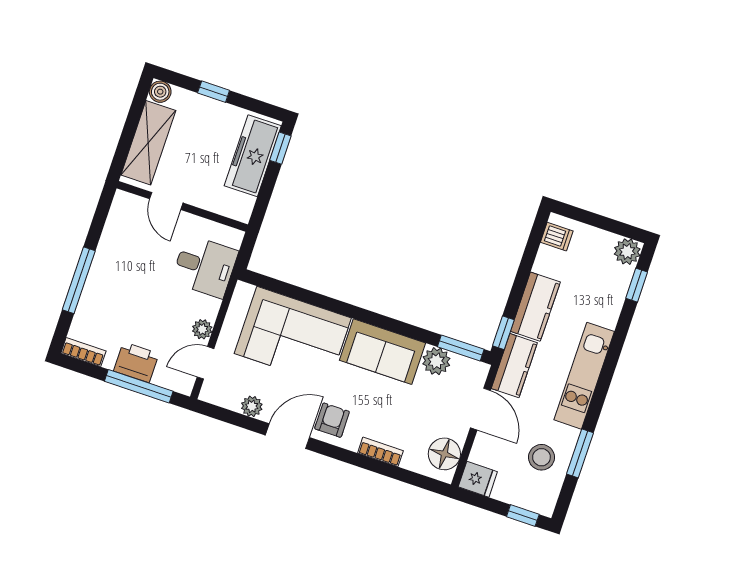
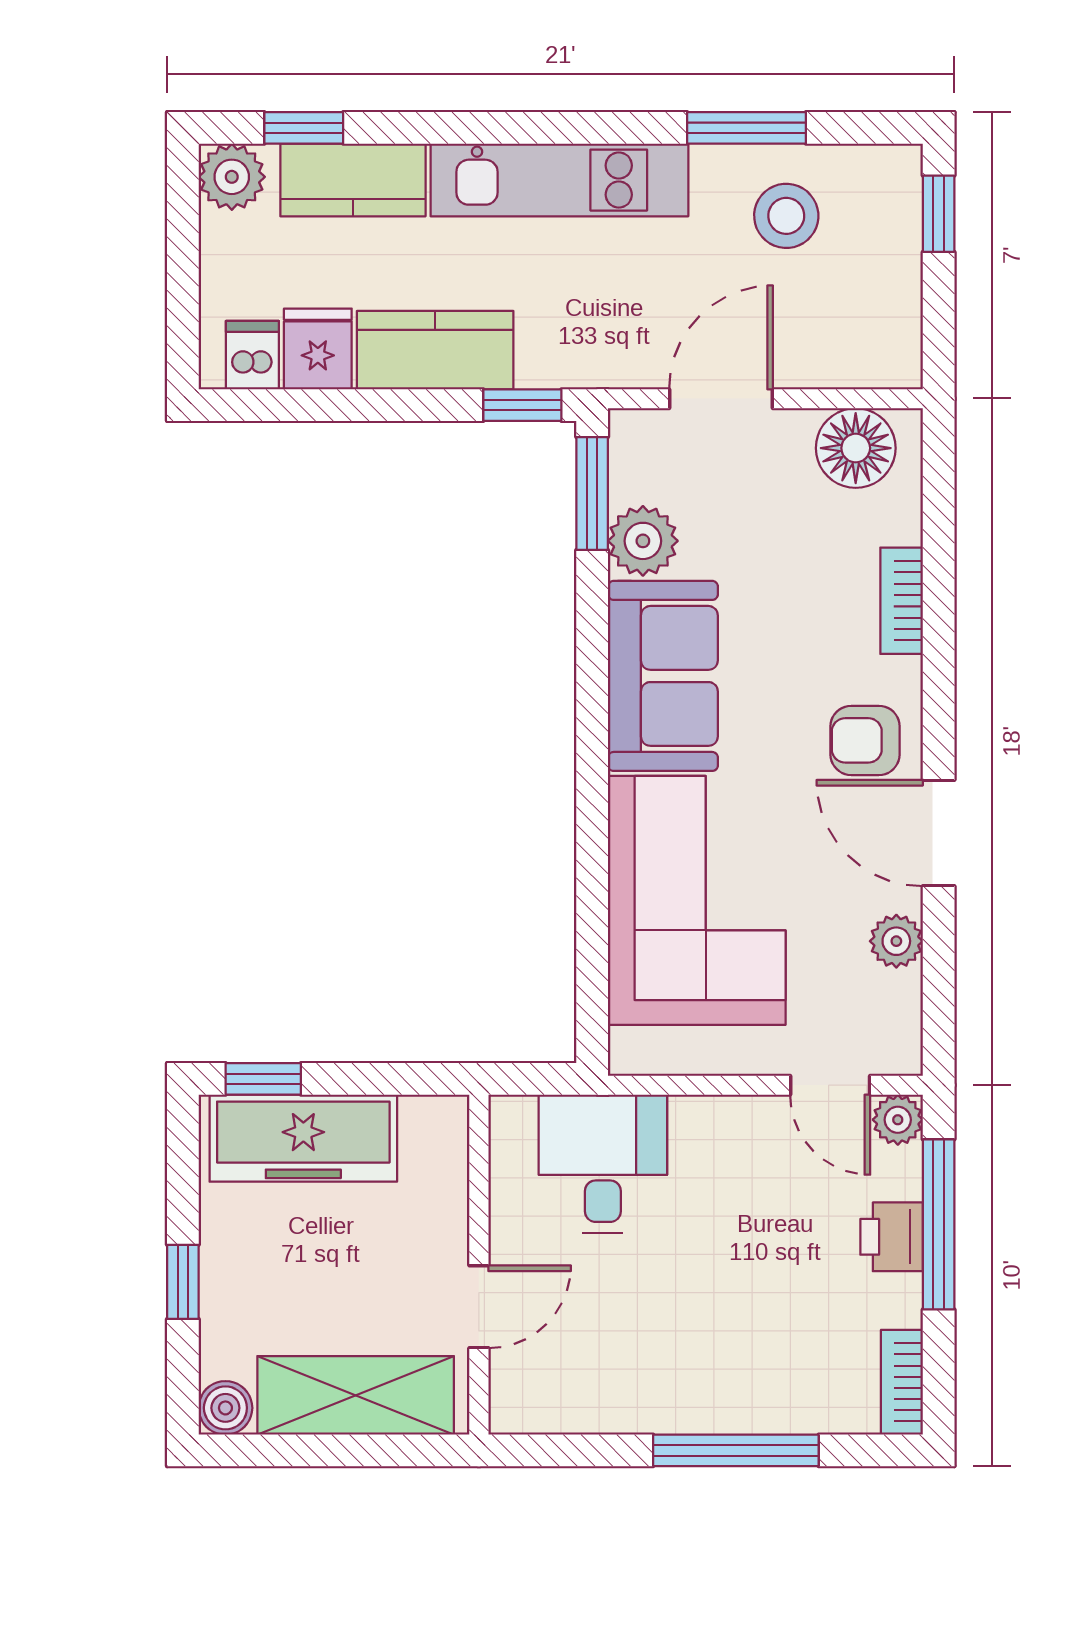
plant: (202, 329) -> (898, 1120), moved
printer: (136, 362) -> (892, 1237), width x0.73, depth x0.81
kitchen counter: (514, 366) -> (353, 180), moved, turned 180
fridge: (478, 479) -> (318, 349), moved

